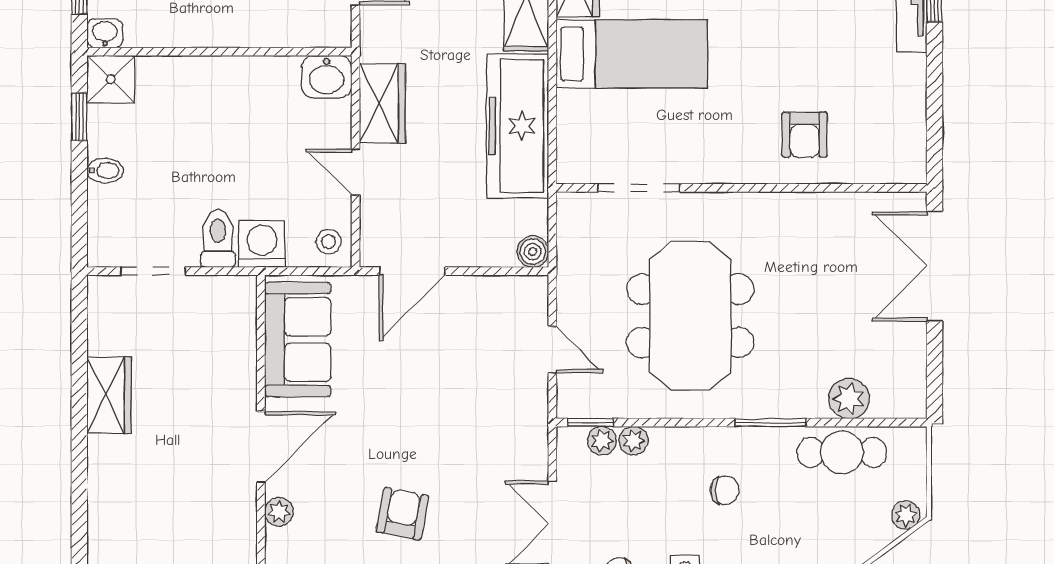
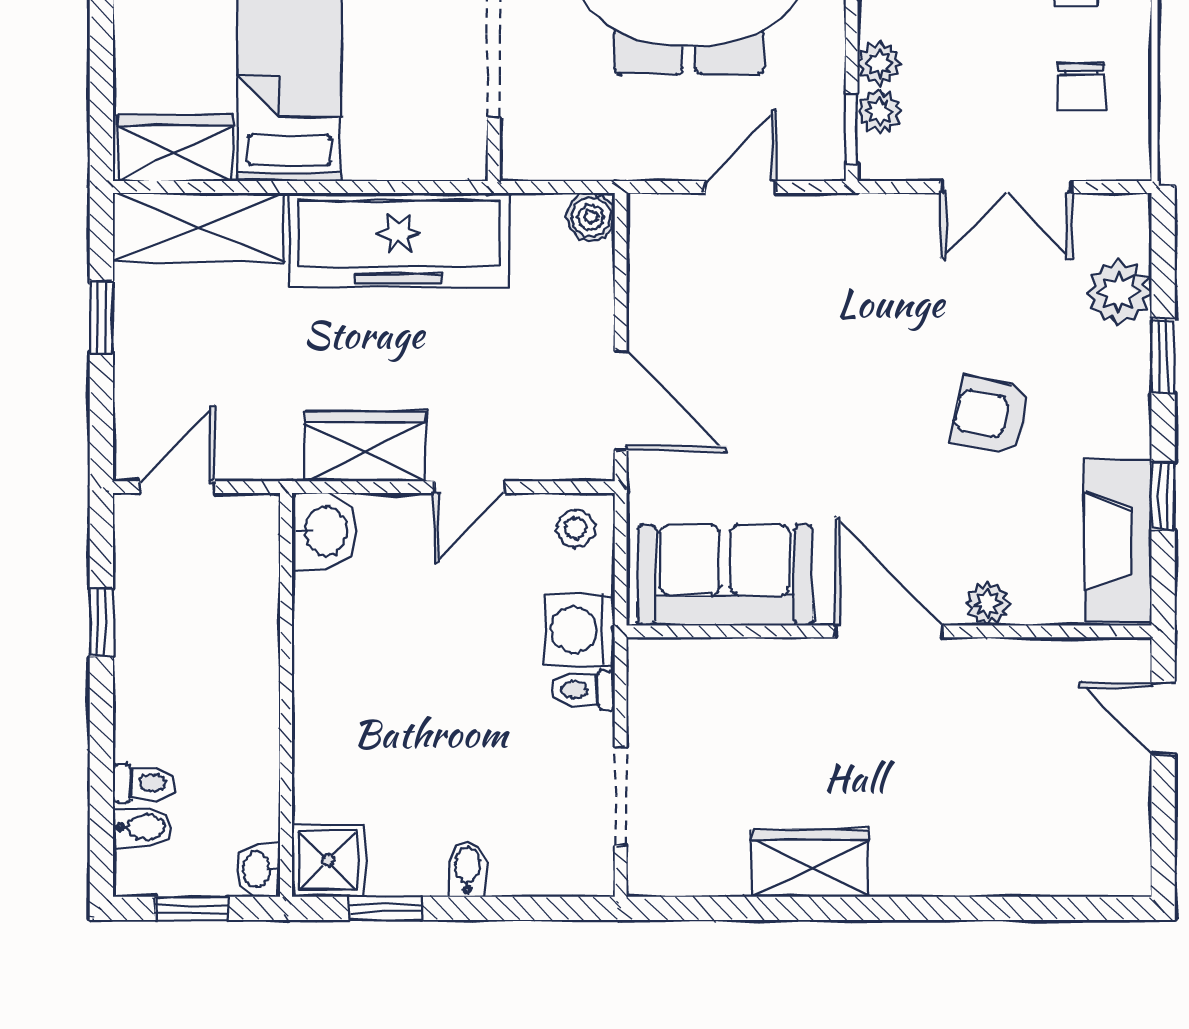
toilet: (218, 238) -> (583, 690), width x0.73, depth x0.72

